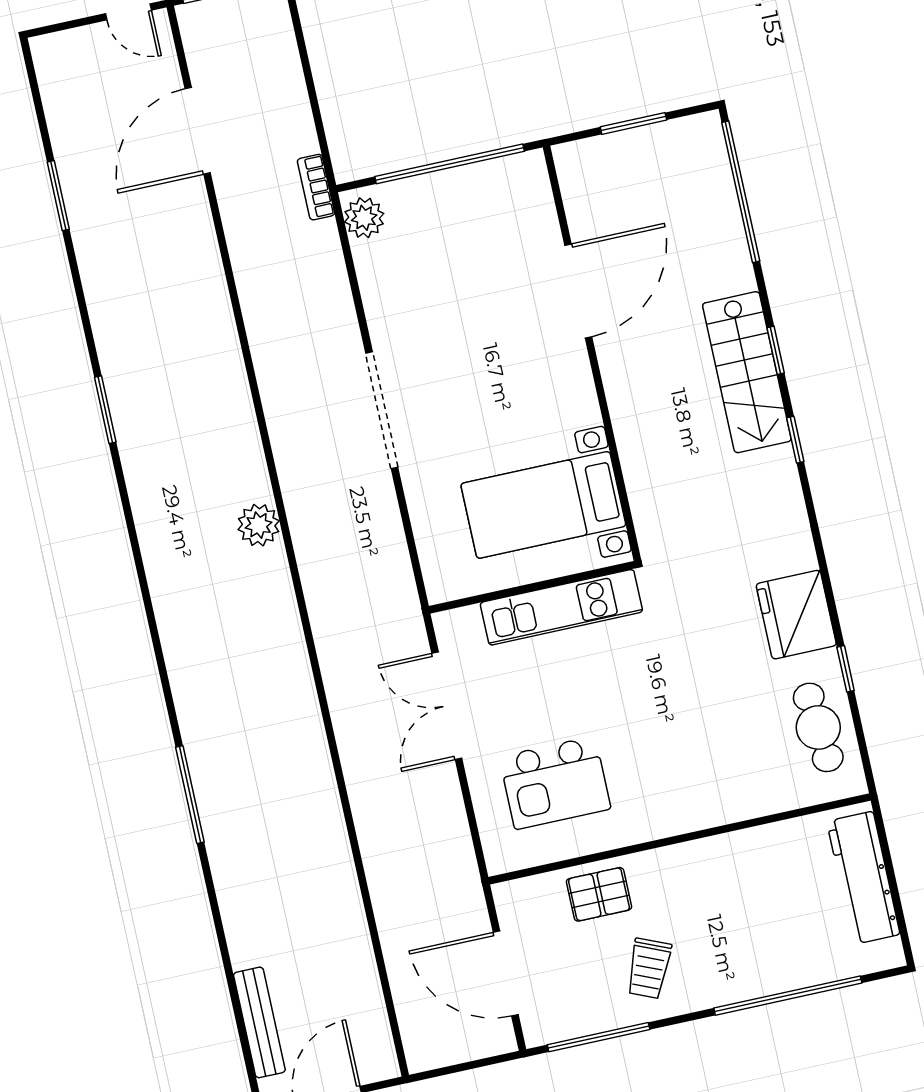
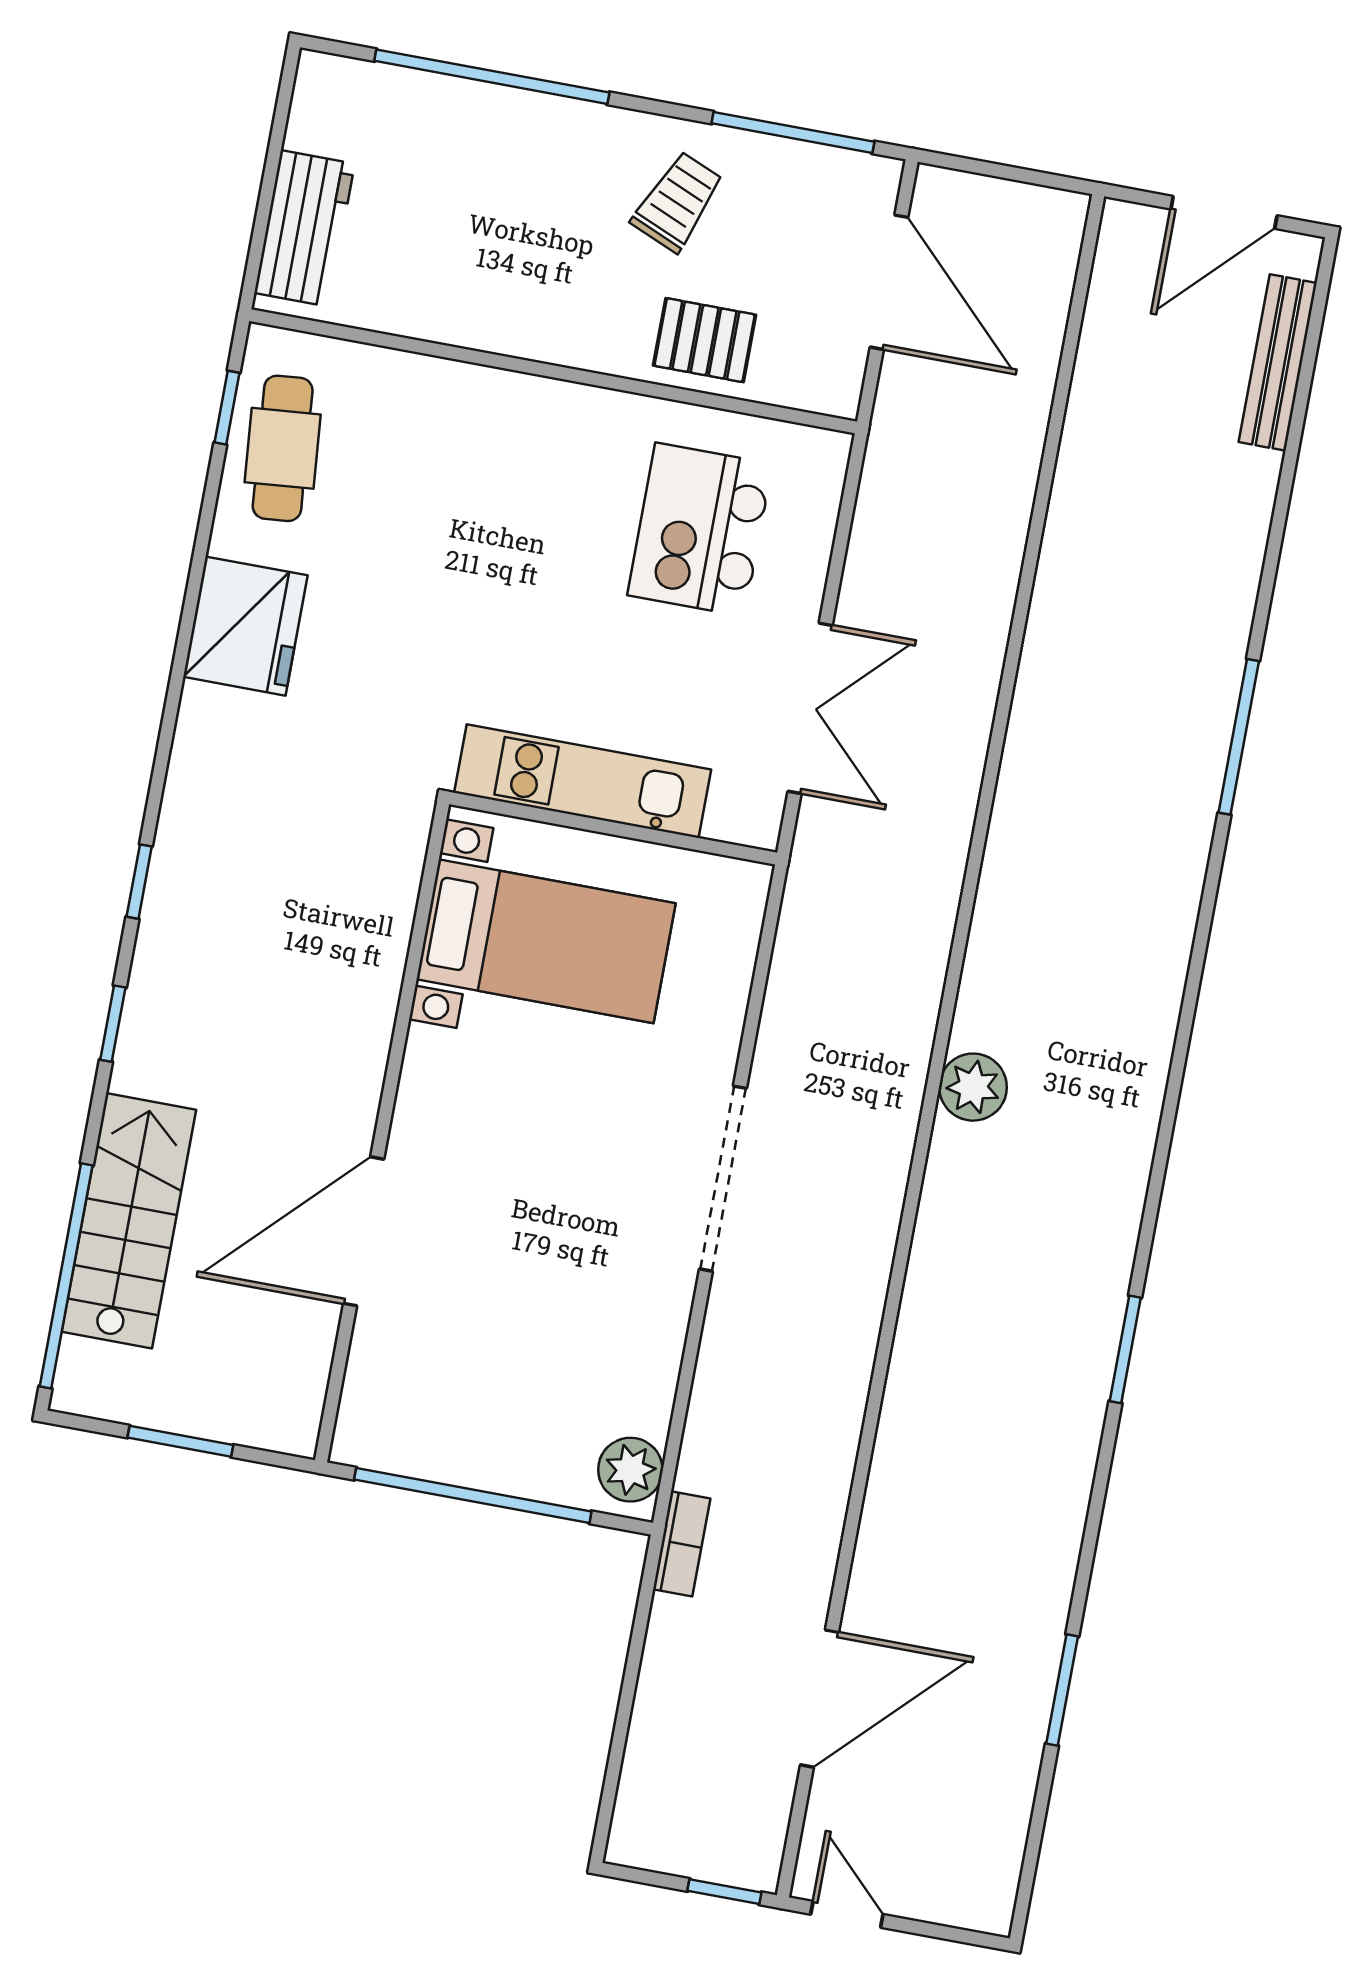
stairs: (747, 372) -> (129, 1221), moved
window: (846, 669) -> (227, 408), moved
kitchen island: (555, 783) -> (700, 530), turned -90
workbench: (863, 878) -> (304, 228), width x0.73

